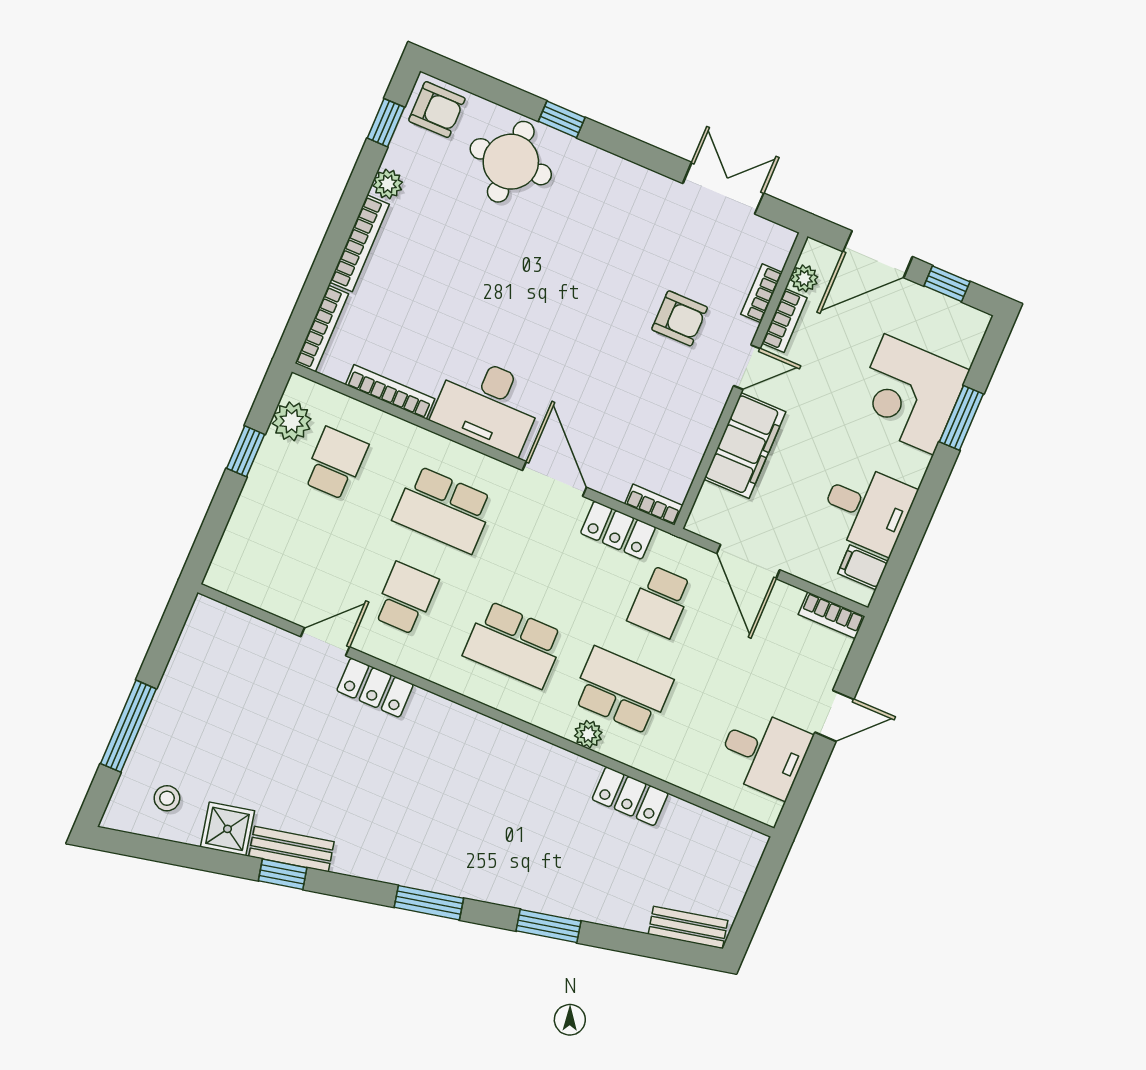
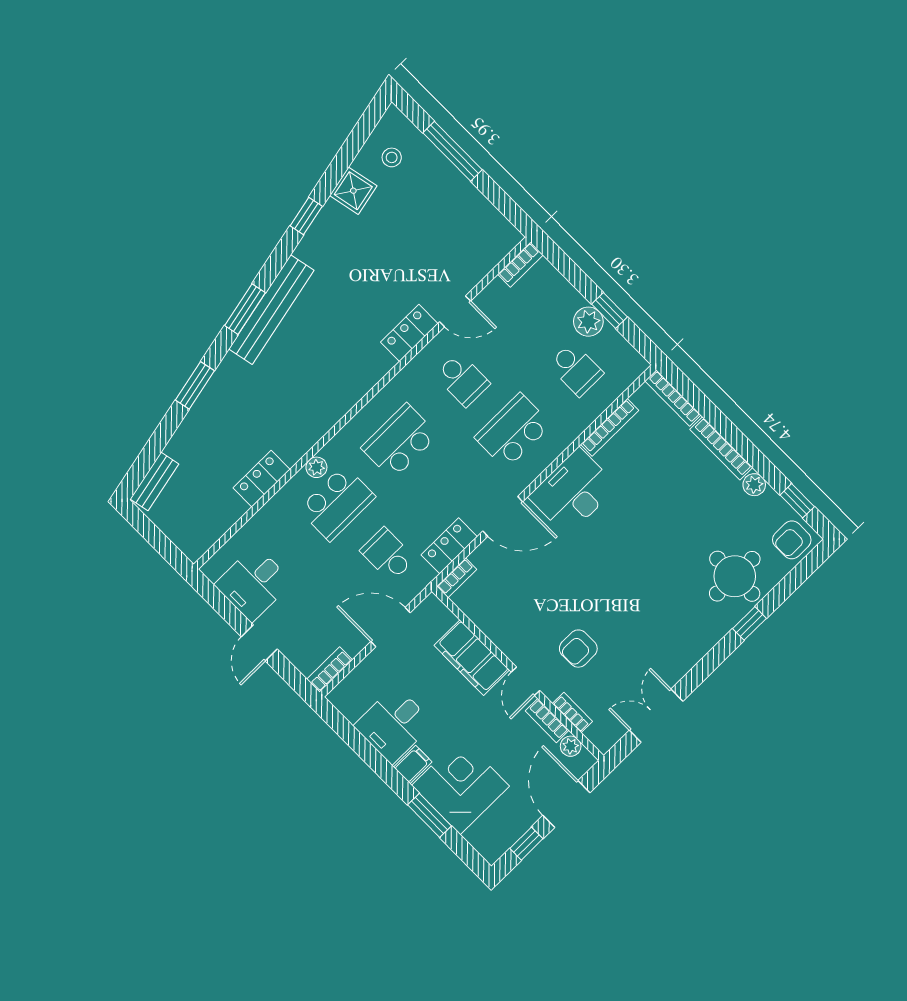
double door: (723, 188) -> (656, 716), swing flipped
plant: (292, 421) -> (588, 322), moved
filing cabinet: (863, 567) -> (413, 764), moved
bookcase: (234, 585) -> (520, 265), added
door: (325, 642) -> (455, 311), hinge flipped
bench: (291, 849) -> (271, 310), moved, width x1.86, depth x1.21

